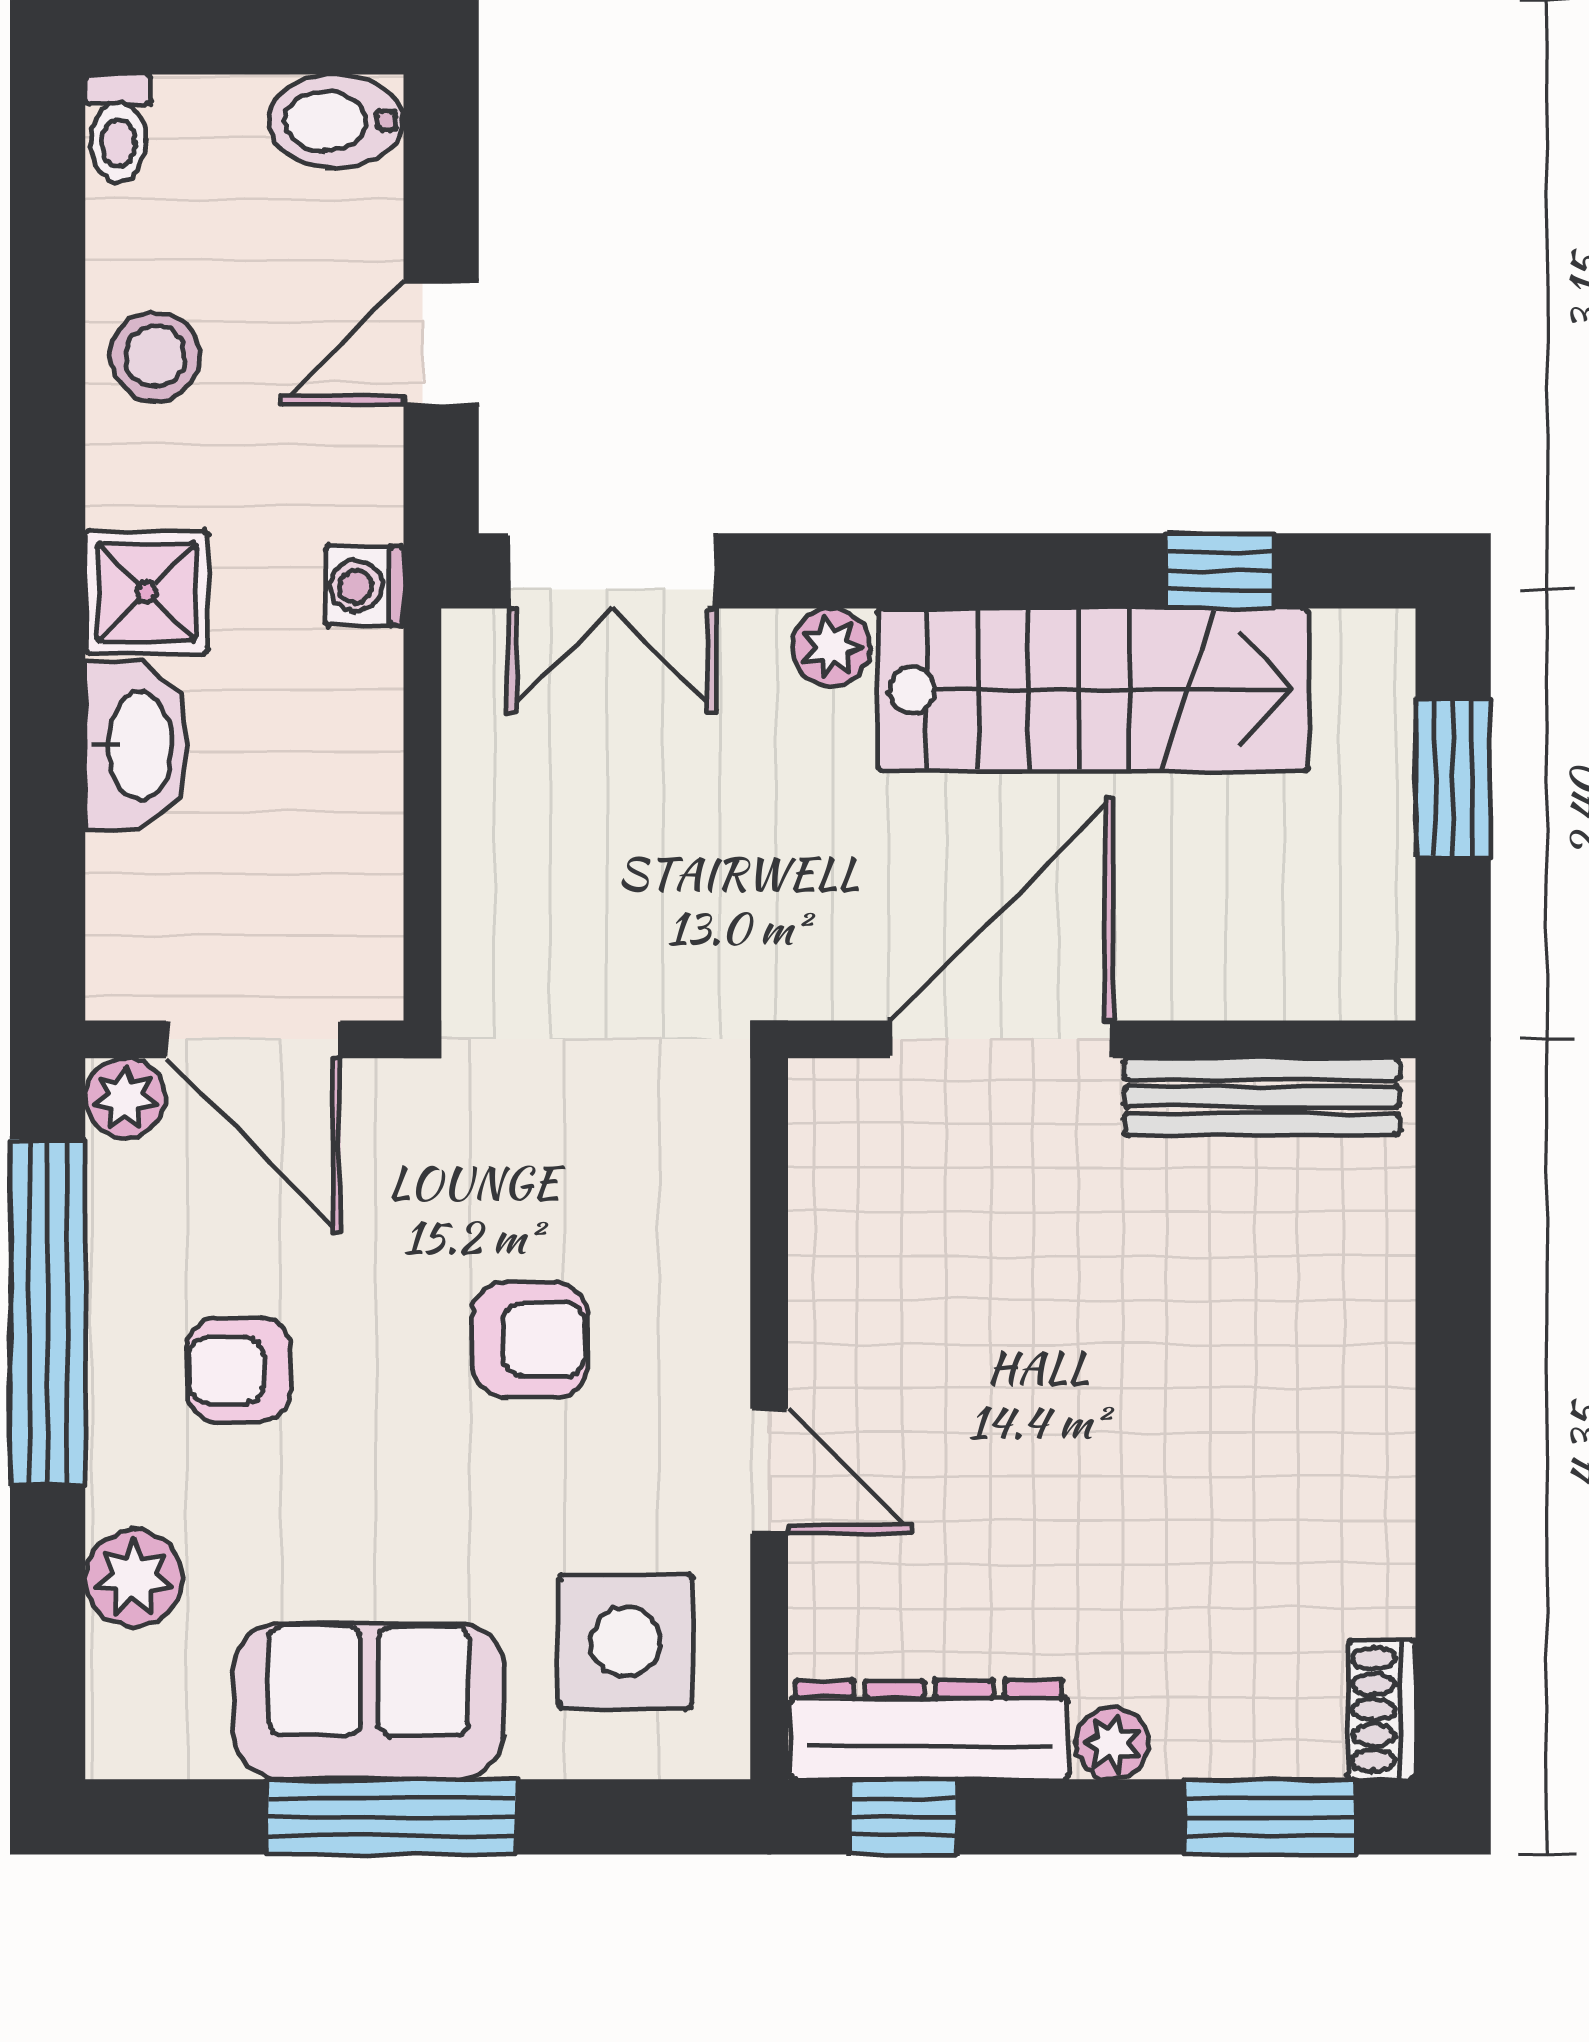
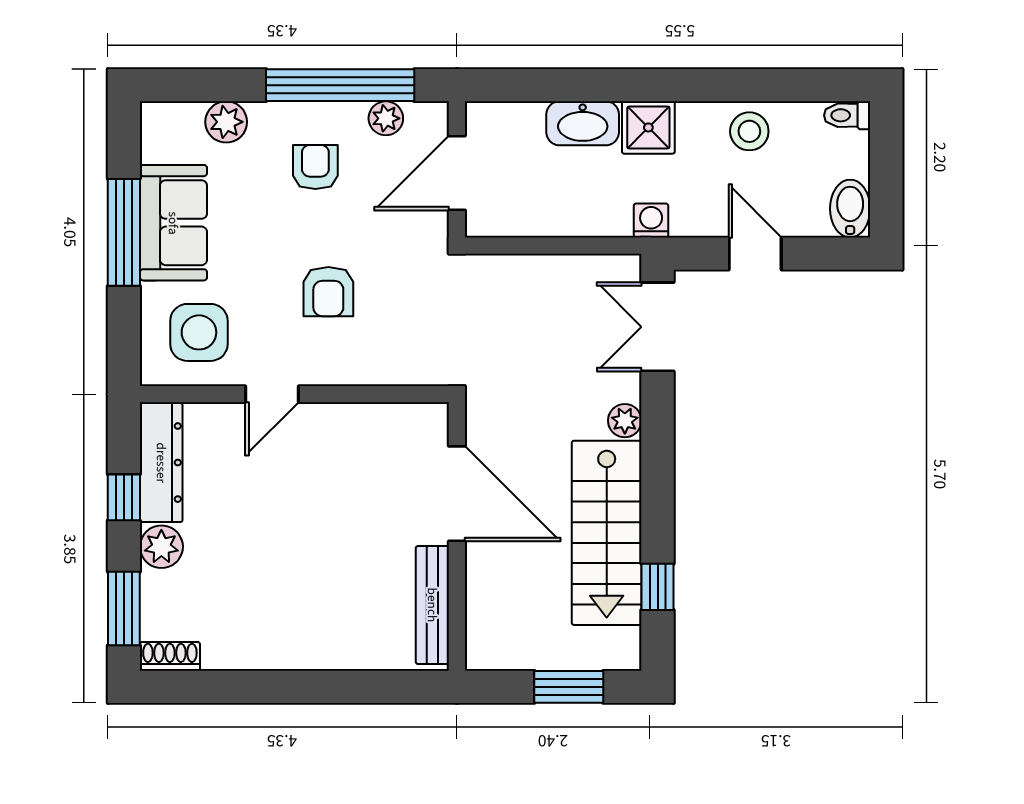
plant: (125, 1098) -> (386, 118), moved
plant: (1112, 1743) -> (161, 547), width x1.38, depth x1.38
window: (903, 1817) -> (124, 497), moved

